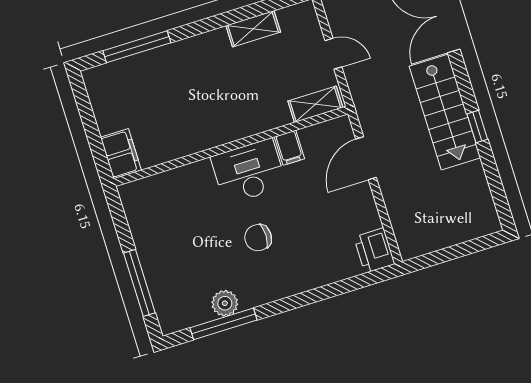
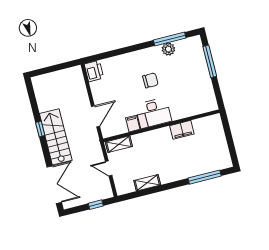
filing cabinet: (121, 154) -> (182, 130), moved, turned -90

